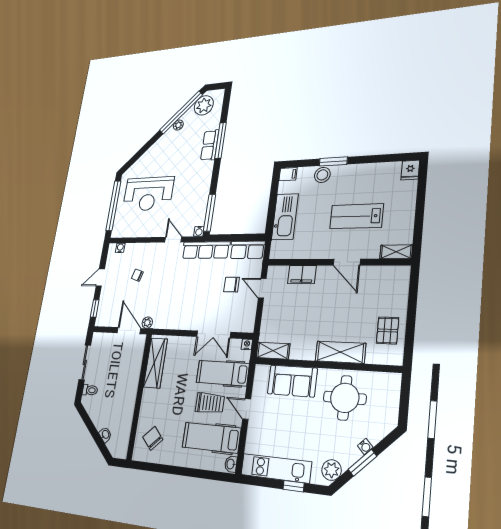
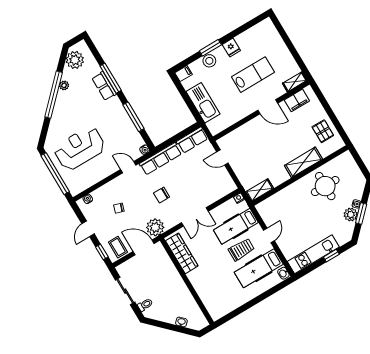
window: (181, 113) -> (54, 95), moved
fridge: (410, 170) -> (231, 48), moved
reception desk: (148, 194) -> (80, 148), turned 180
window: (210, 213) -> (134, 117), moved
lab bench: (356, 216) -> (253, 75), turned 180
filing cabinet: (302, 275) -> (297, 100), moved
chair: (232, 284) -> (162, 195), moved
coffee table: (110, 314) -> (118, 247), added
plant: (147, 323) -> (155, 227), width x1.88, depth x1.88
double door: (213, 334) -> (195, 217), moved
sofa: (292, 381) -> (286, 199), removed
door: (247, 409) -> (269, 235), swing flipped
chair: (153, 438) -> (218, 298), removed
plant: (331, 470) -> (351, 215), moved

